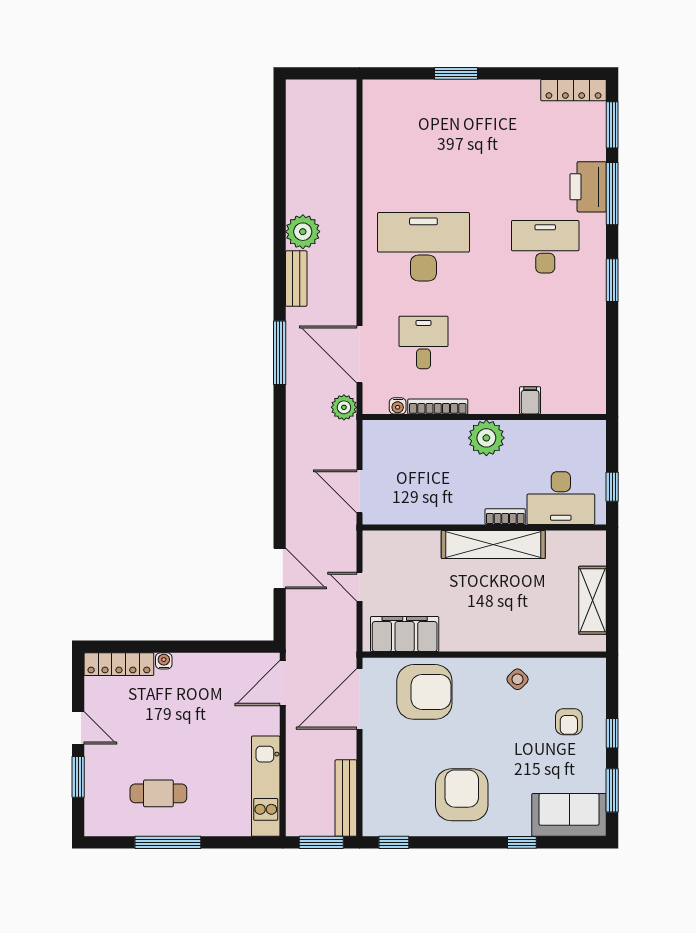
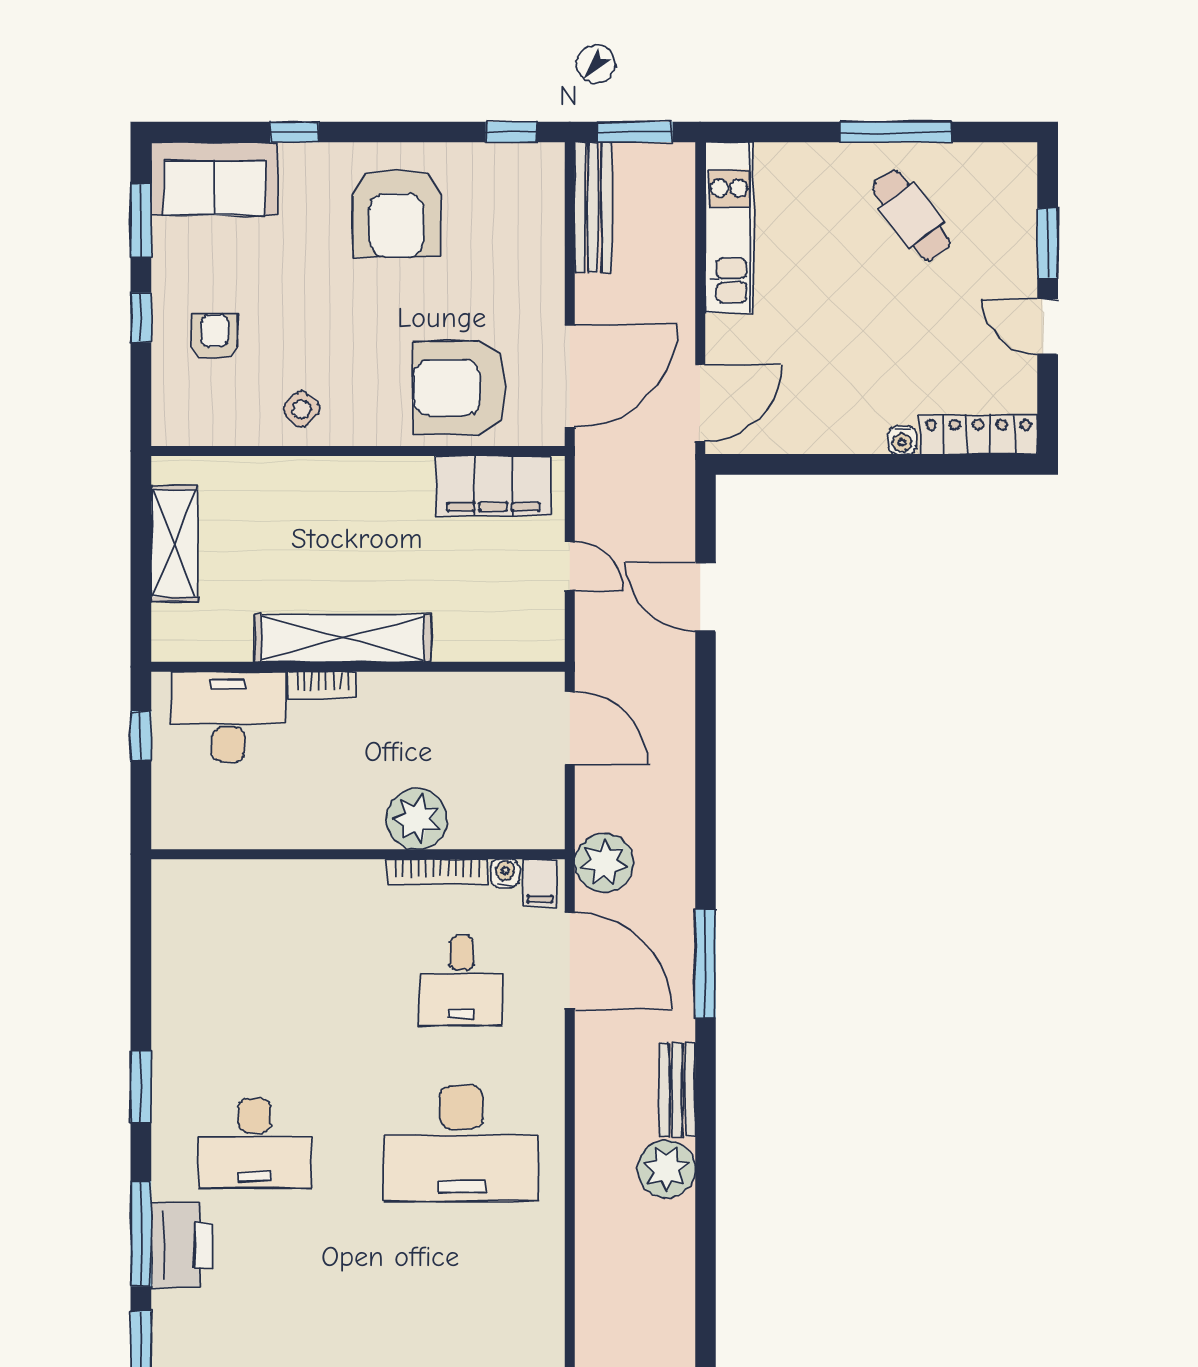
filing cabinet: (530, 400) -> (540, 883), moved
plant: (344, 407) -> (604, 863), width x1.36, depth x1.36
plant: (486, 438) -> (417, 819), moved
cafe table: (158, 793) -> (911, 215), turned 53

